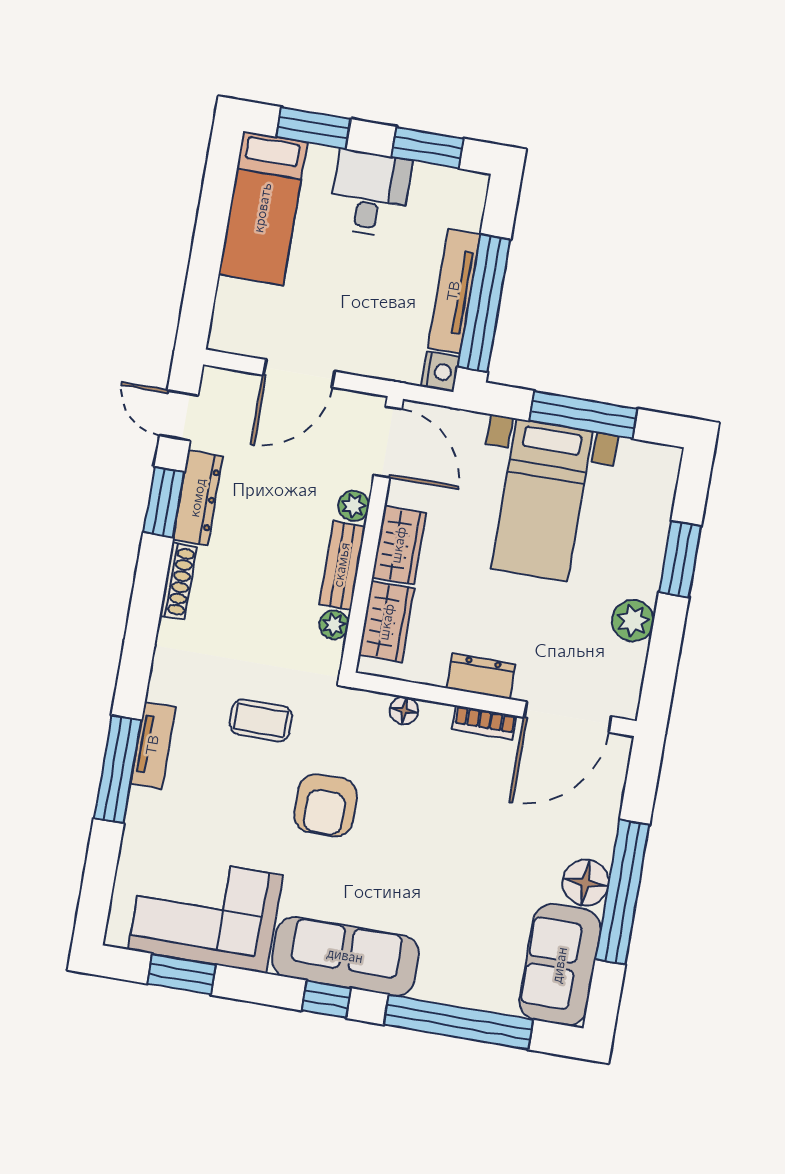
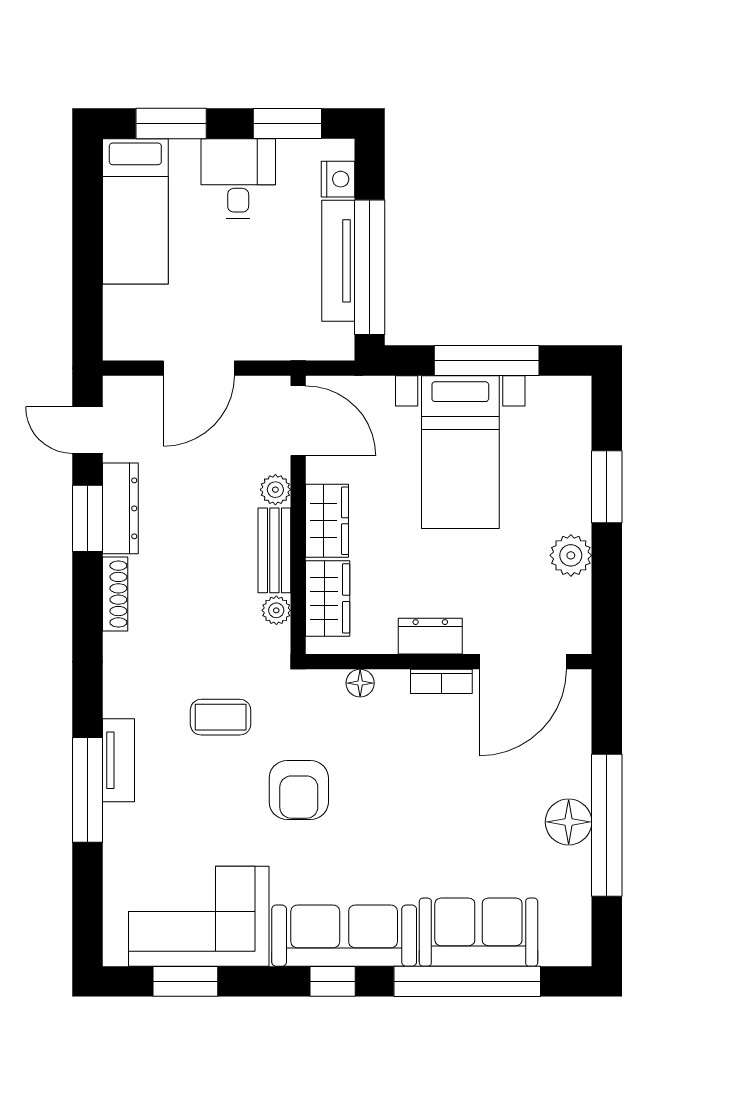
nightstand: (440, 372) -> (338, 179), moved
sofa: (560, 965) -> (478, 932), moved, turned 90

